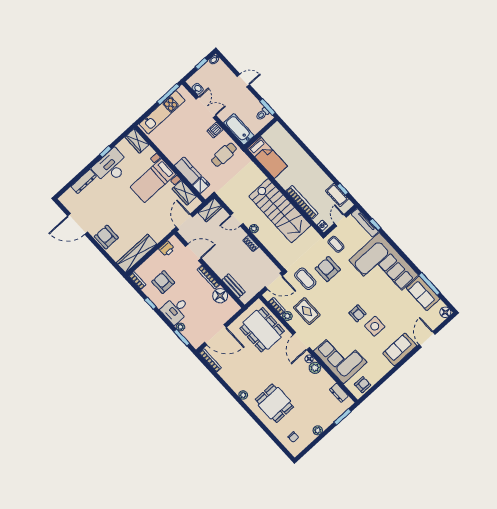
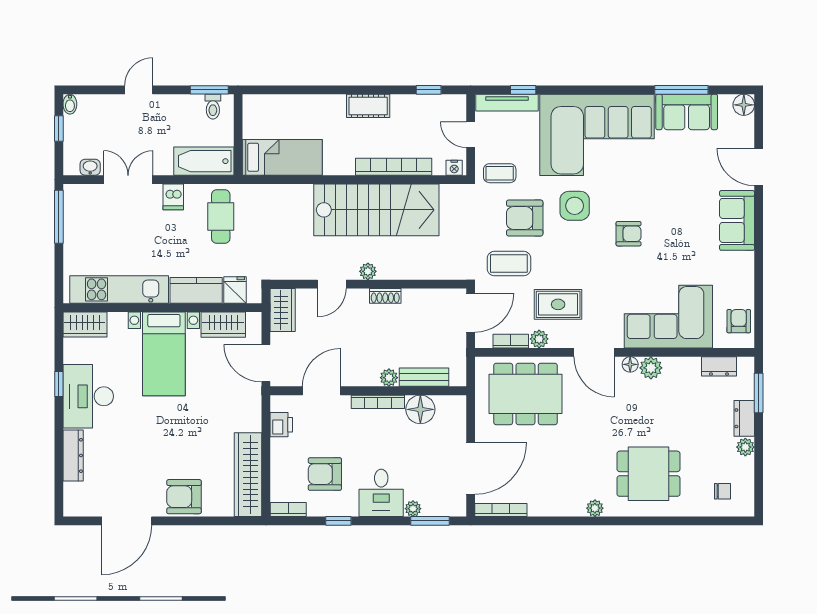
kitchen unit: (162, 112) -> (119, 289), moved, turned -90
cot: (337, 195) -> (368, 106), moved
plant: (221, 273) -> (389, 378), added
side table: (375, 326) -> (575, 206), moved
dresser: (328, 420) -> (744, 418), added

